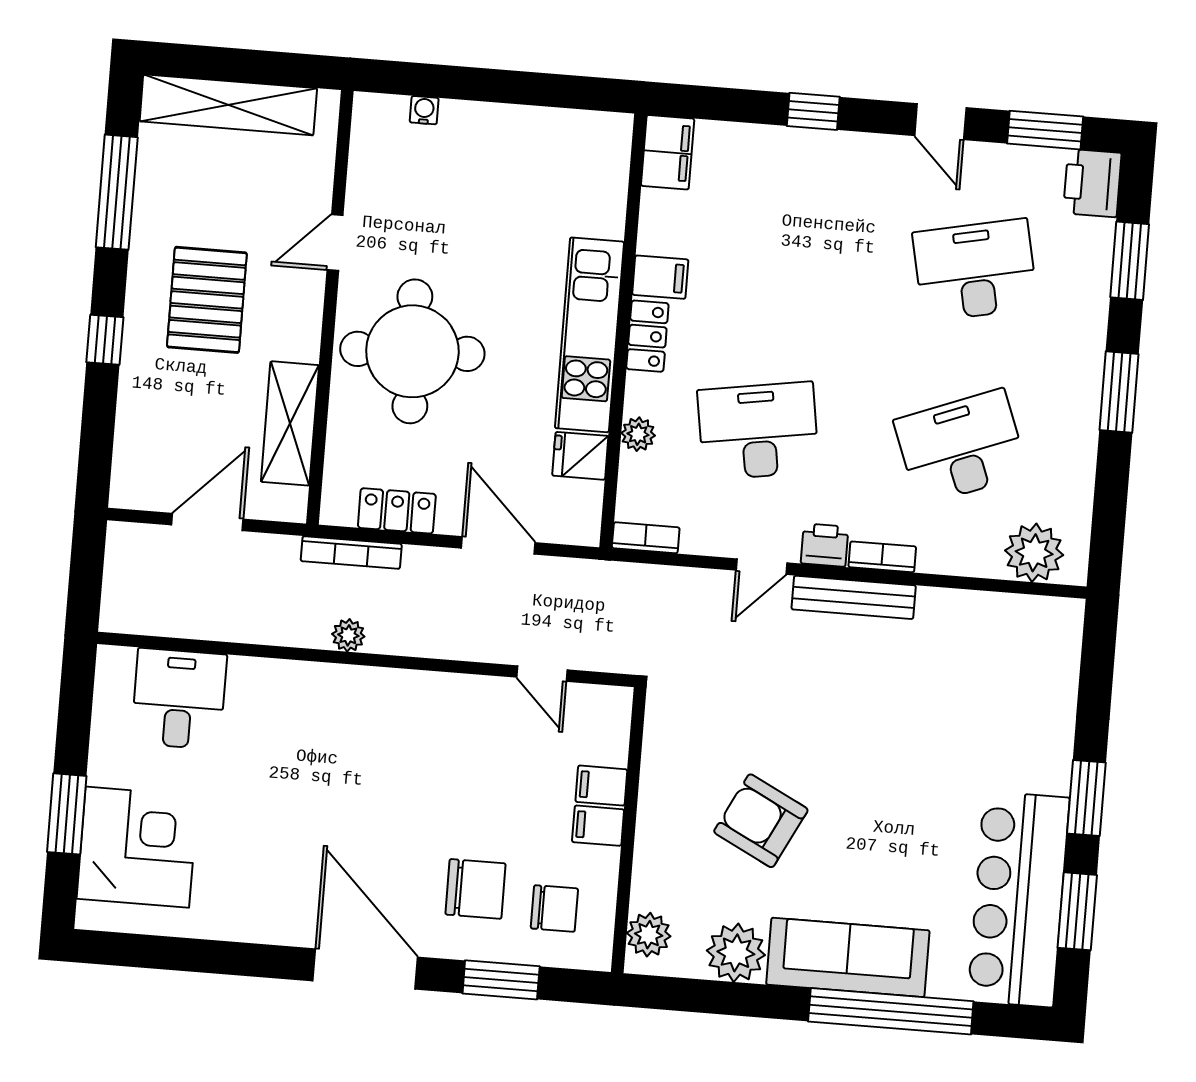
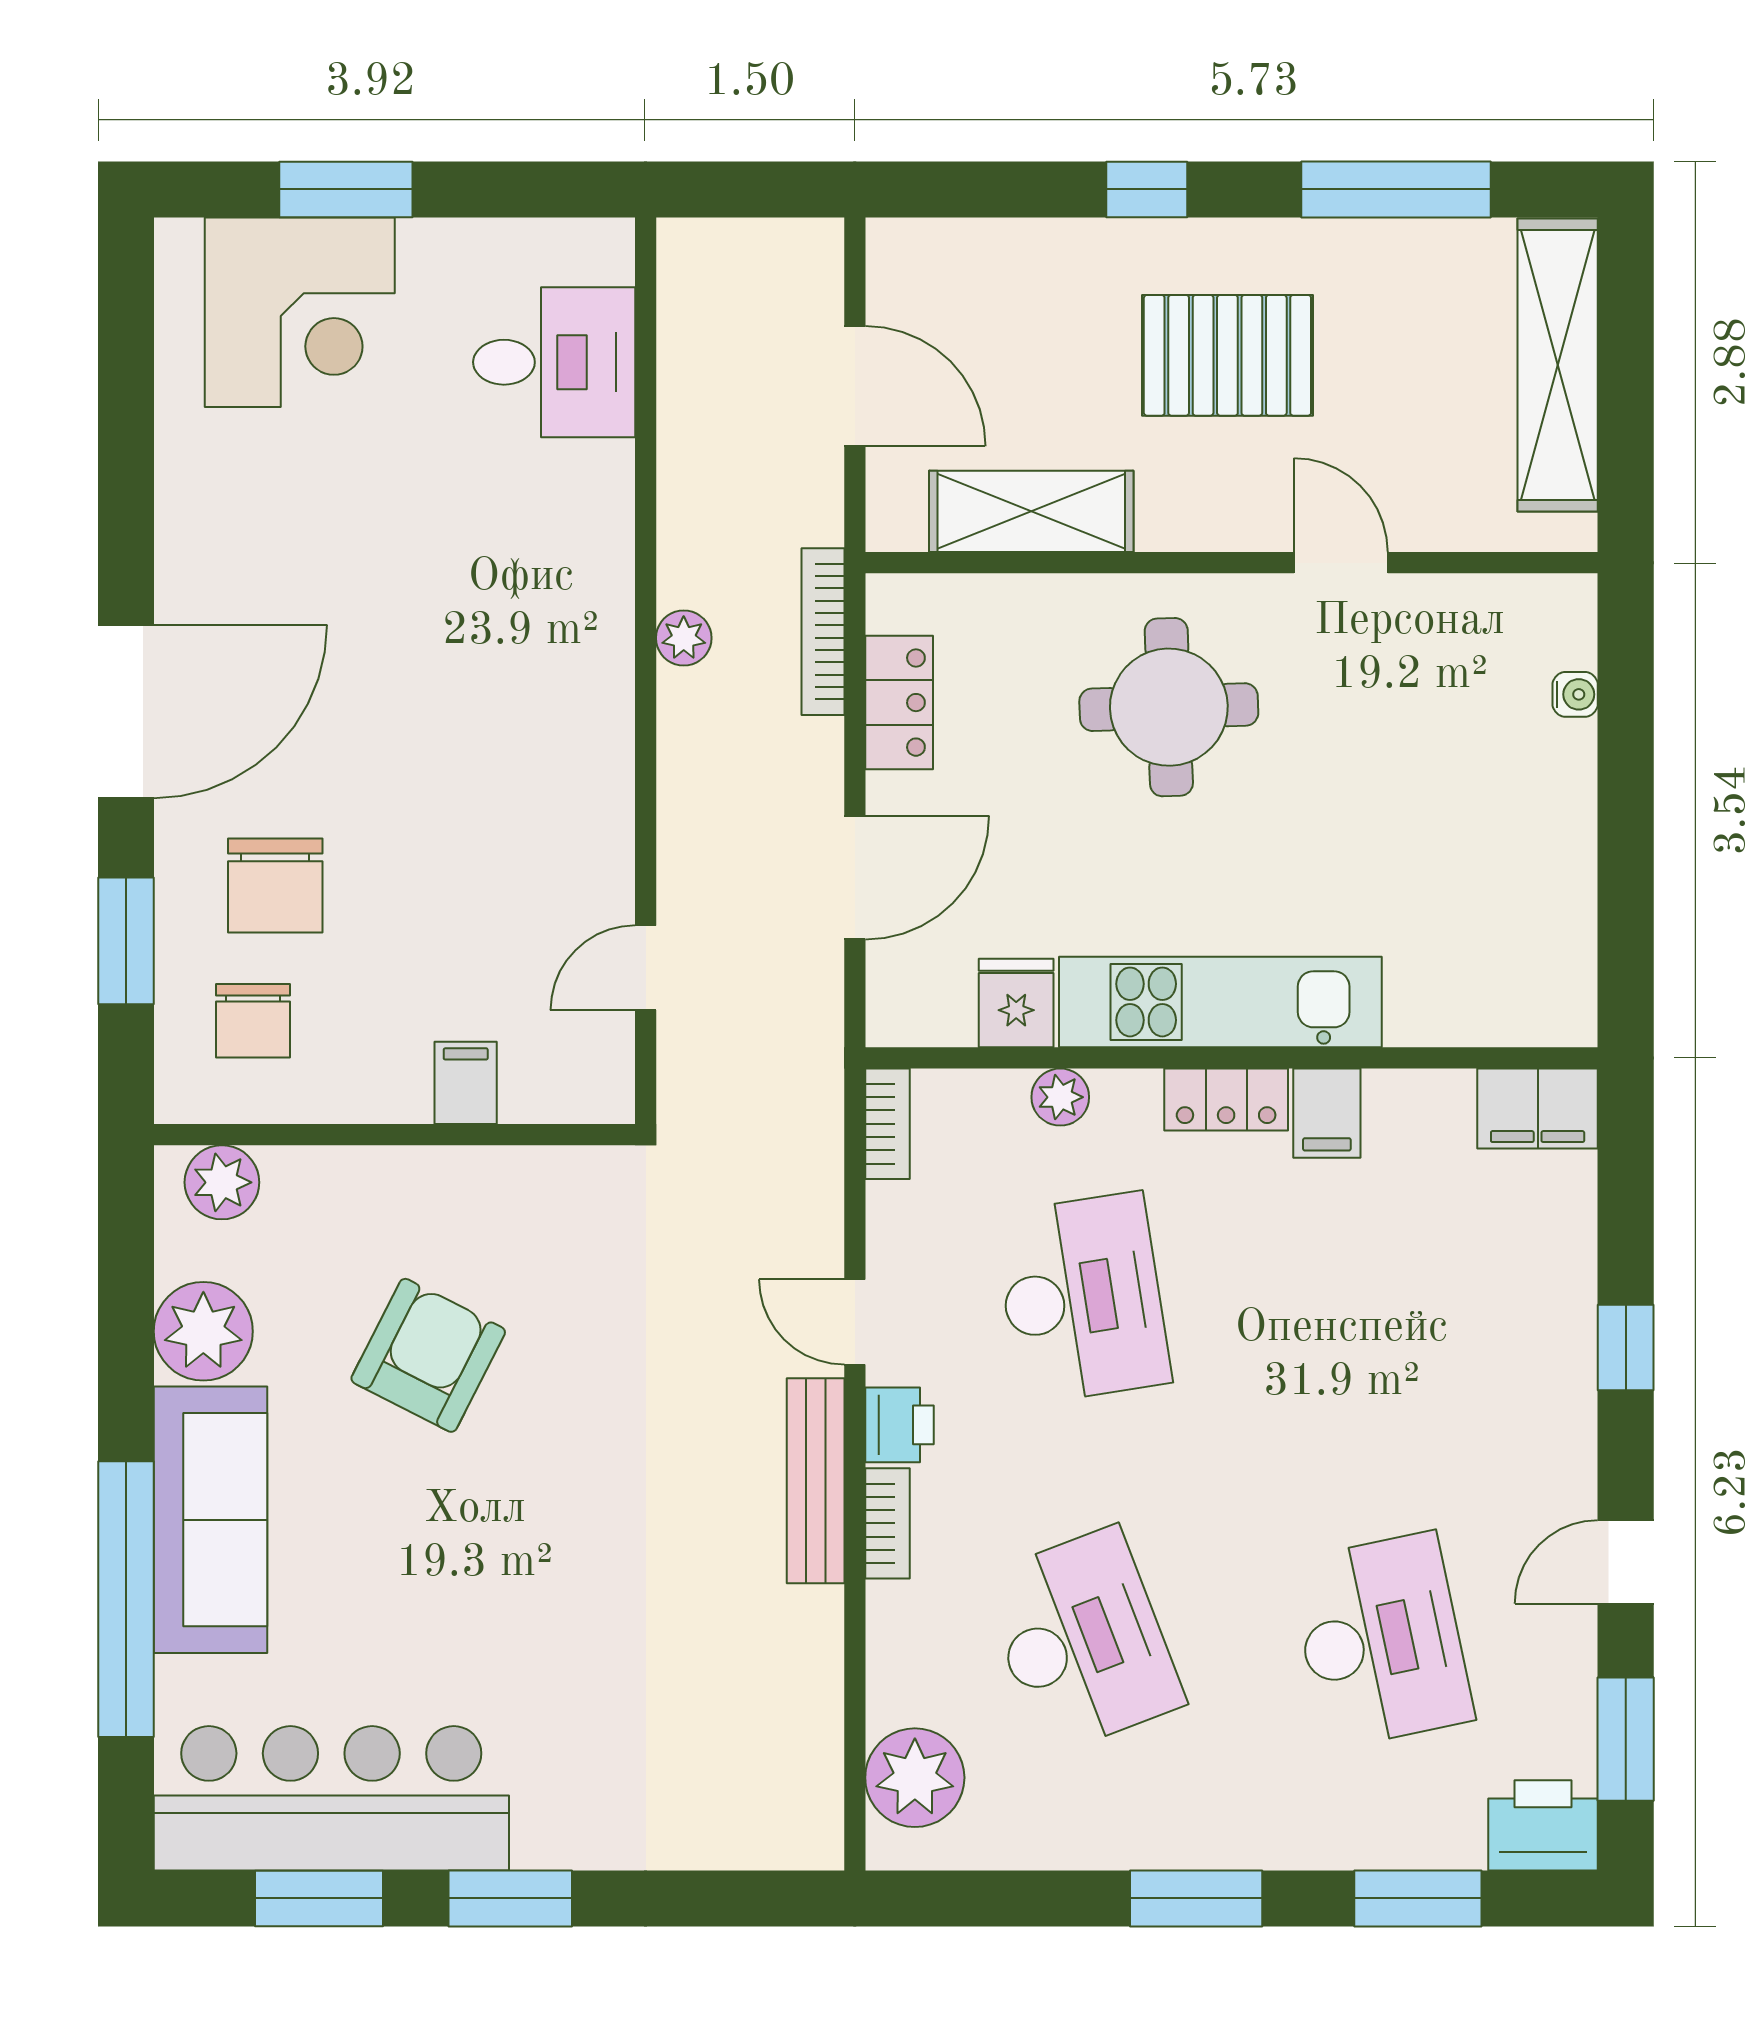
round table: (412, 351) -> (1169, 707), width x0.73, depth x0.73
filing cabinet: (598, 826) -> (398, 1083), removed

